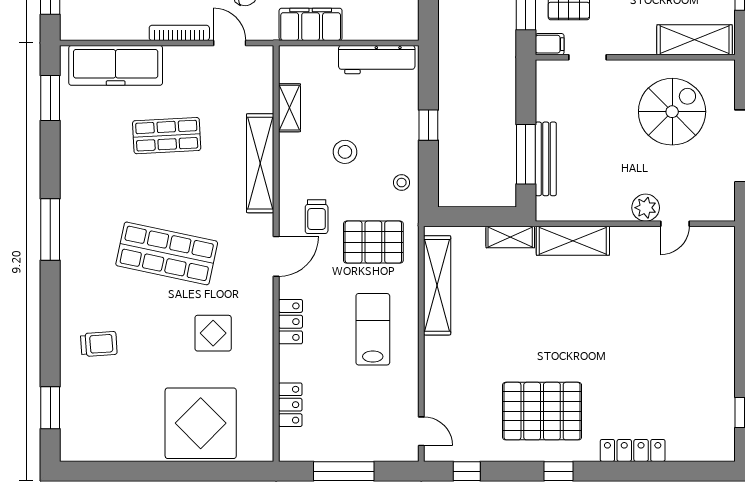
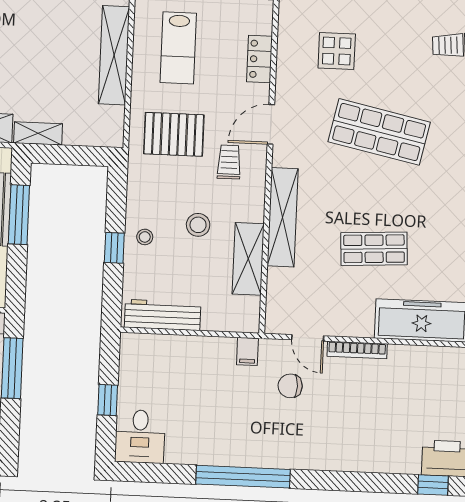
filing cabinet: (311, 24) -> (247, 351), width x0.33, depth x0.86
shelving: (289, 108) -> (248, 259), width x1.50, depth x1.33
stool: (402, 183) -> (145, 237), moved
shelving: (437, 285) -> (114, 55), moved

